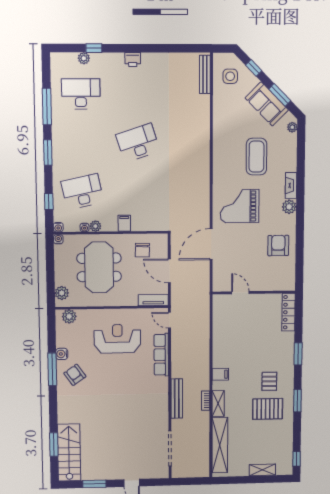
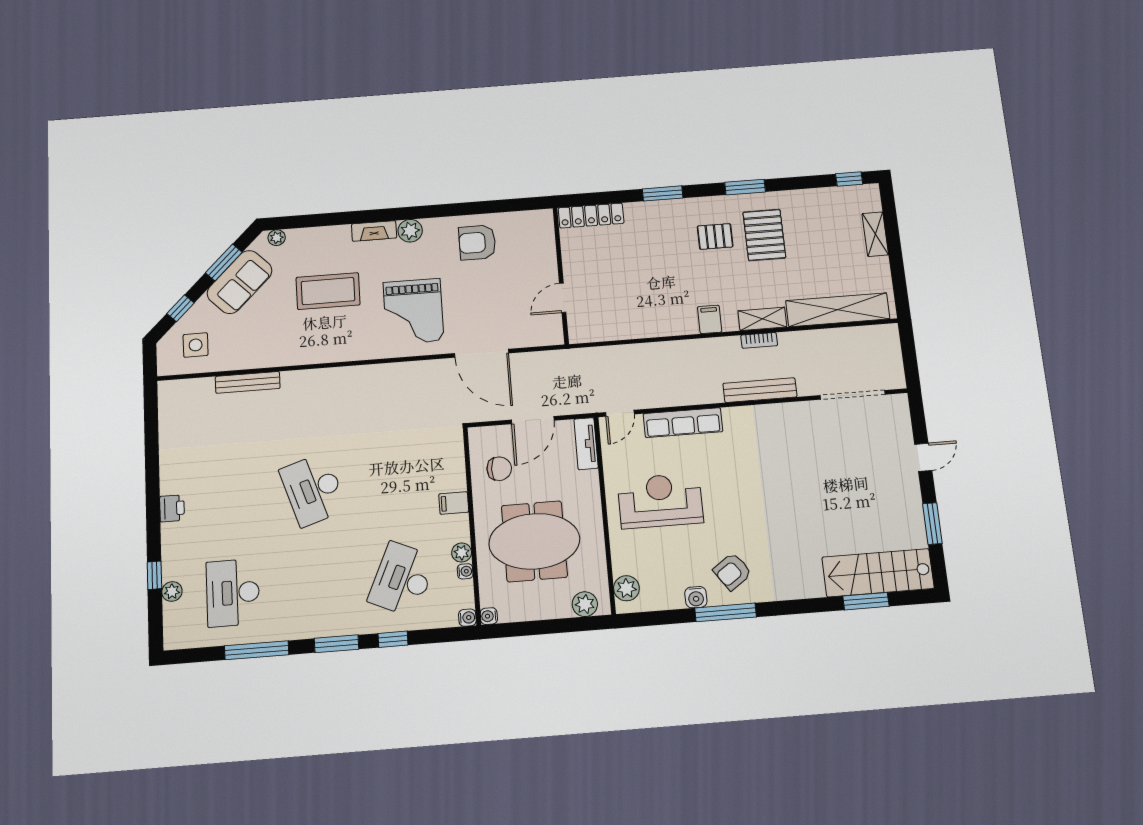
bench: (205, 74) -> (248, 382), moved
desk: (82, 192) -> (402, 579), turned 36
window: (49, 202) -> (393, 639), moved
reception desk: (117, 339) -> (660, 501), turned 90

